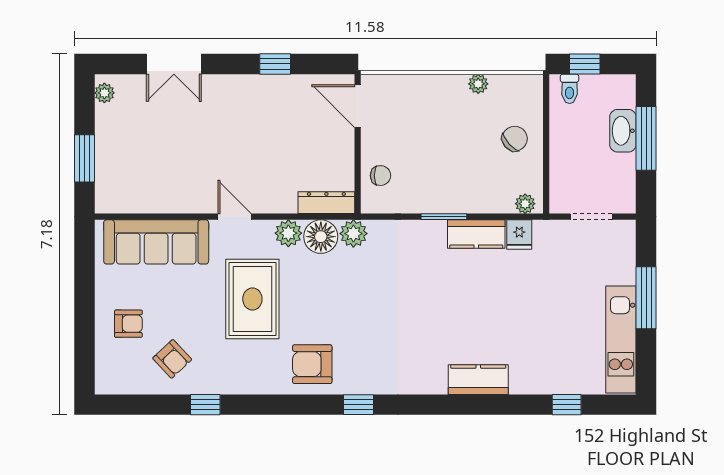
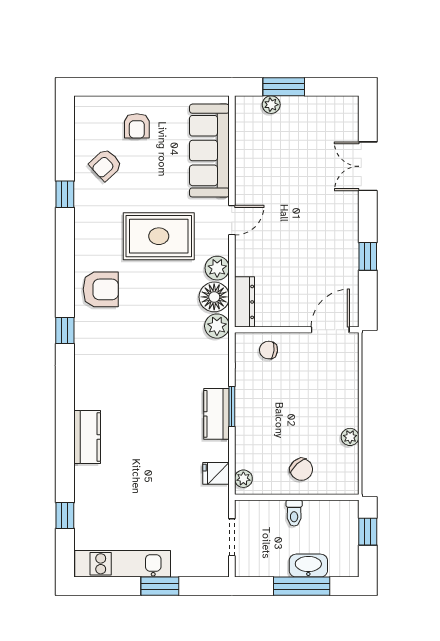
toilet: (570, 89) -> (294, 513), moved, turned -90
plant: (104, 93) -> (271, 105), moved
chair: (381, 176) -> (269, 350), turned 96
kitchen counter: (476, 234) -> (217, 414), moved
window: (646, 298) -> (160, 586), width x0.69
armchair: (312, 364) -> (101, 289), turned 90

